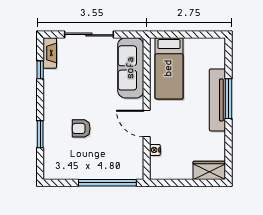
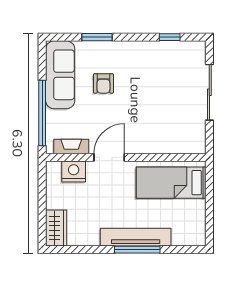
fireplace: (50, 53) -> (71, 146), moved, turned 180
sofa: (131, 68) -> (60, 75), moved, turned 90
armchair: (81, 128) -> (103, 83), turned 180
nightstand: (155, 150) -> (74, 171), width x1.89, depth x1.79

